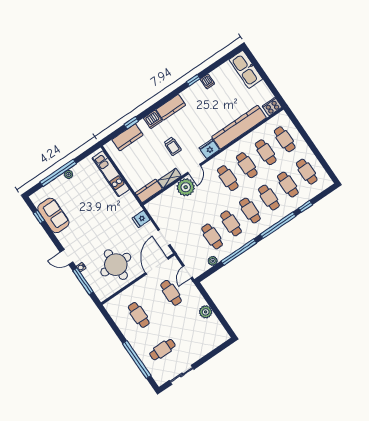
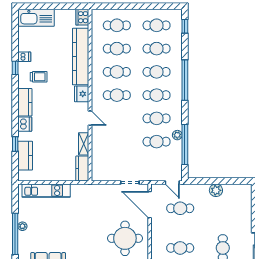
trolley: (173, 146) -> (39, 77), moved
plant: (186, 187) -> (100, 136), removed
window: (306, 206) -> (185, 26), moved
fridge: (141, 219) -> (101, 191), removed
window: (239, 252) -> (185, 145), moved
plant: (213, 261) -> (177, 135), moved

